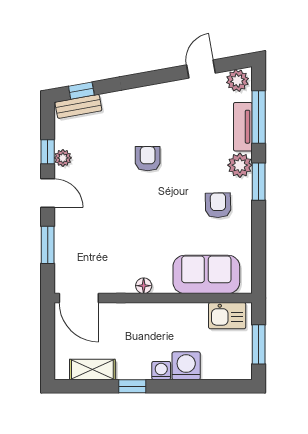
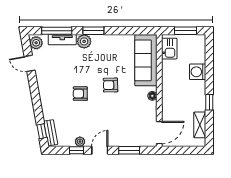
armchair: (218, 205) -> (111, 85), moved
sofa: (206, 274) -> (146, 60), width x1.36
washing machine: (161, 371) -> (200, 86), removed

